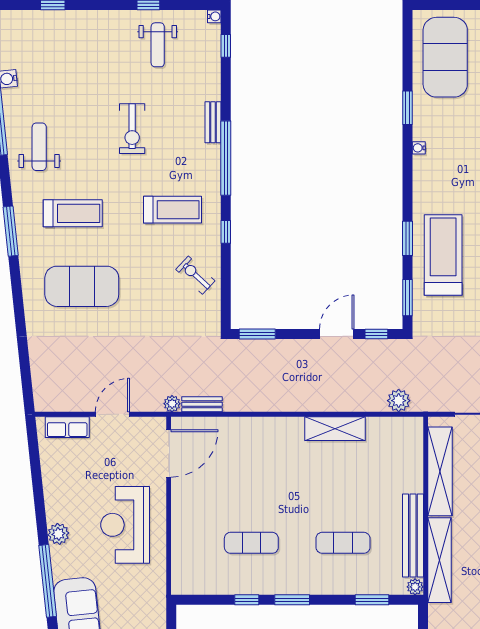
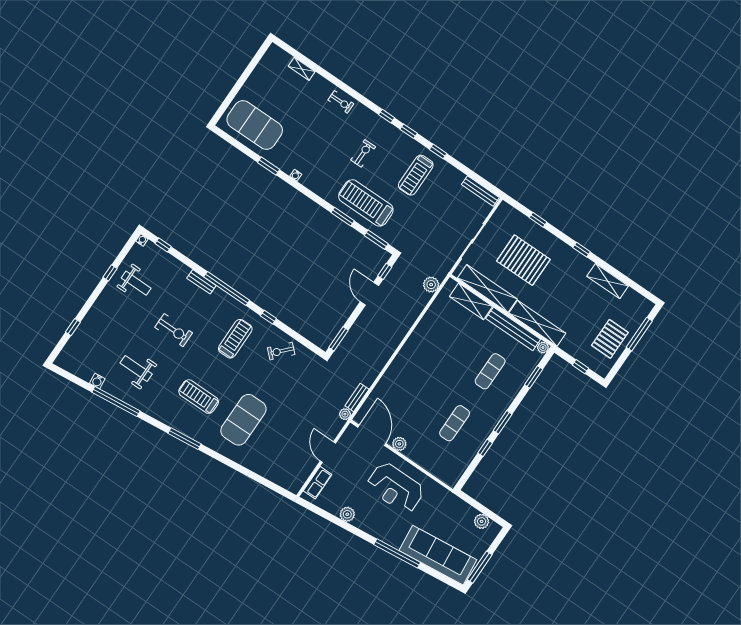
weight bench: (39, 147) -> (136, 368), moved
treadmill: (73, 213) -> (199, 397), turned -90
shelving: (335, 429) -> (471, 301), moved, turned 90
plant: (181, 493) -> (399, 444), added
plant: (58, 534) -> (347, 514), moved

